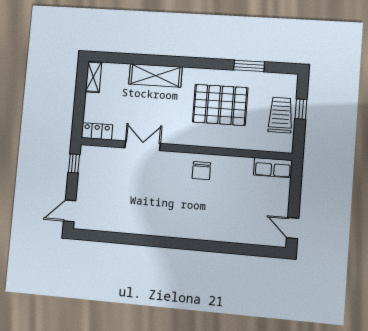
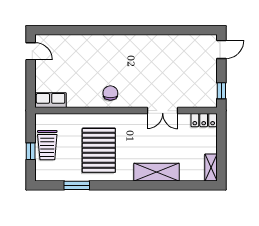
pallet: (220, 105) -> (99, 150), turned 90

